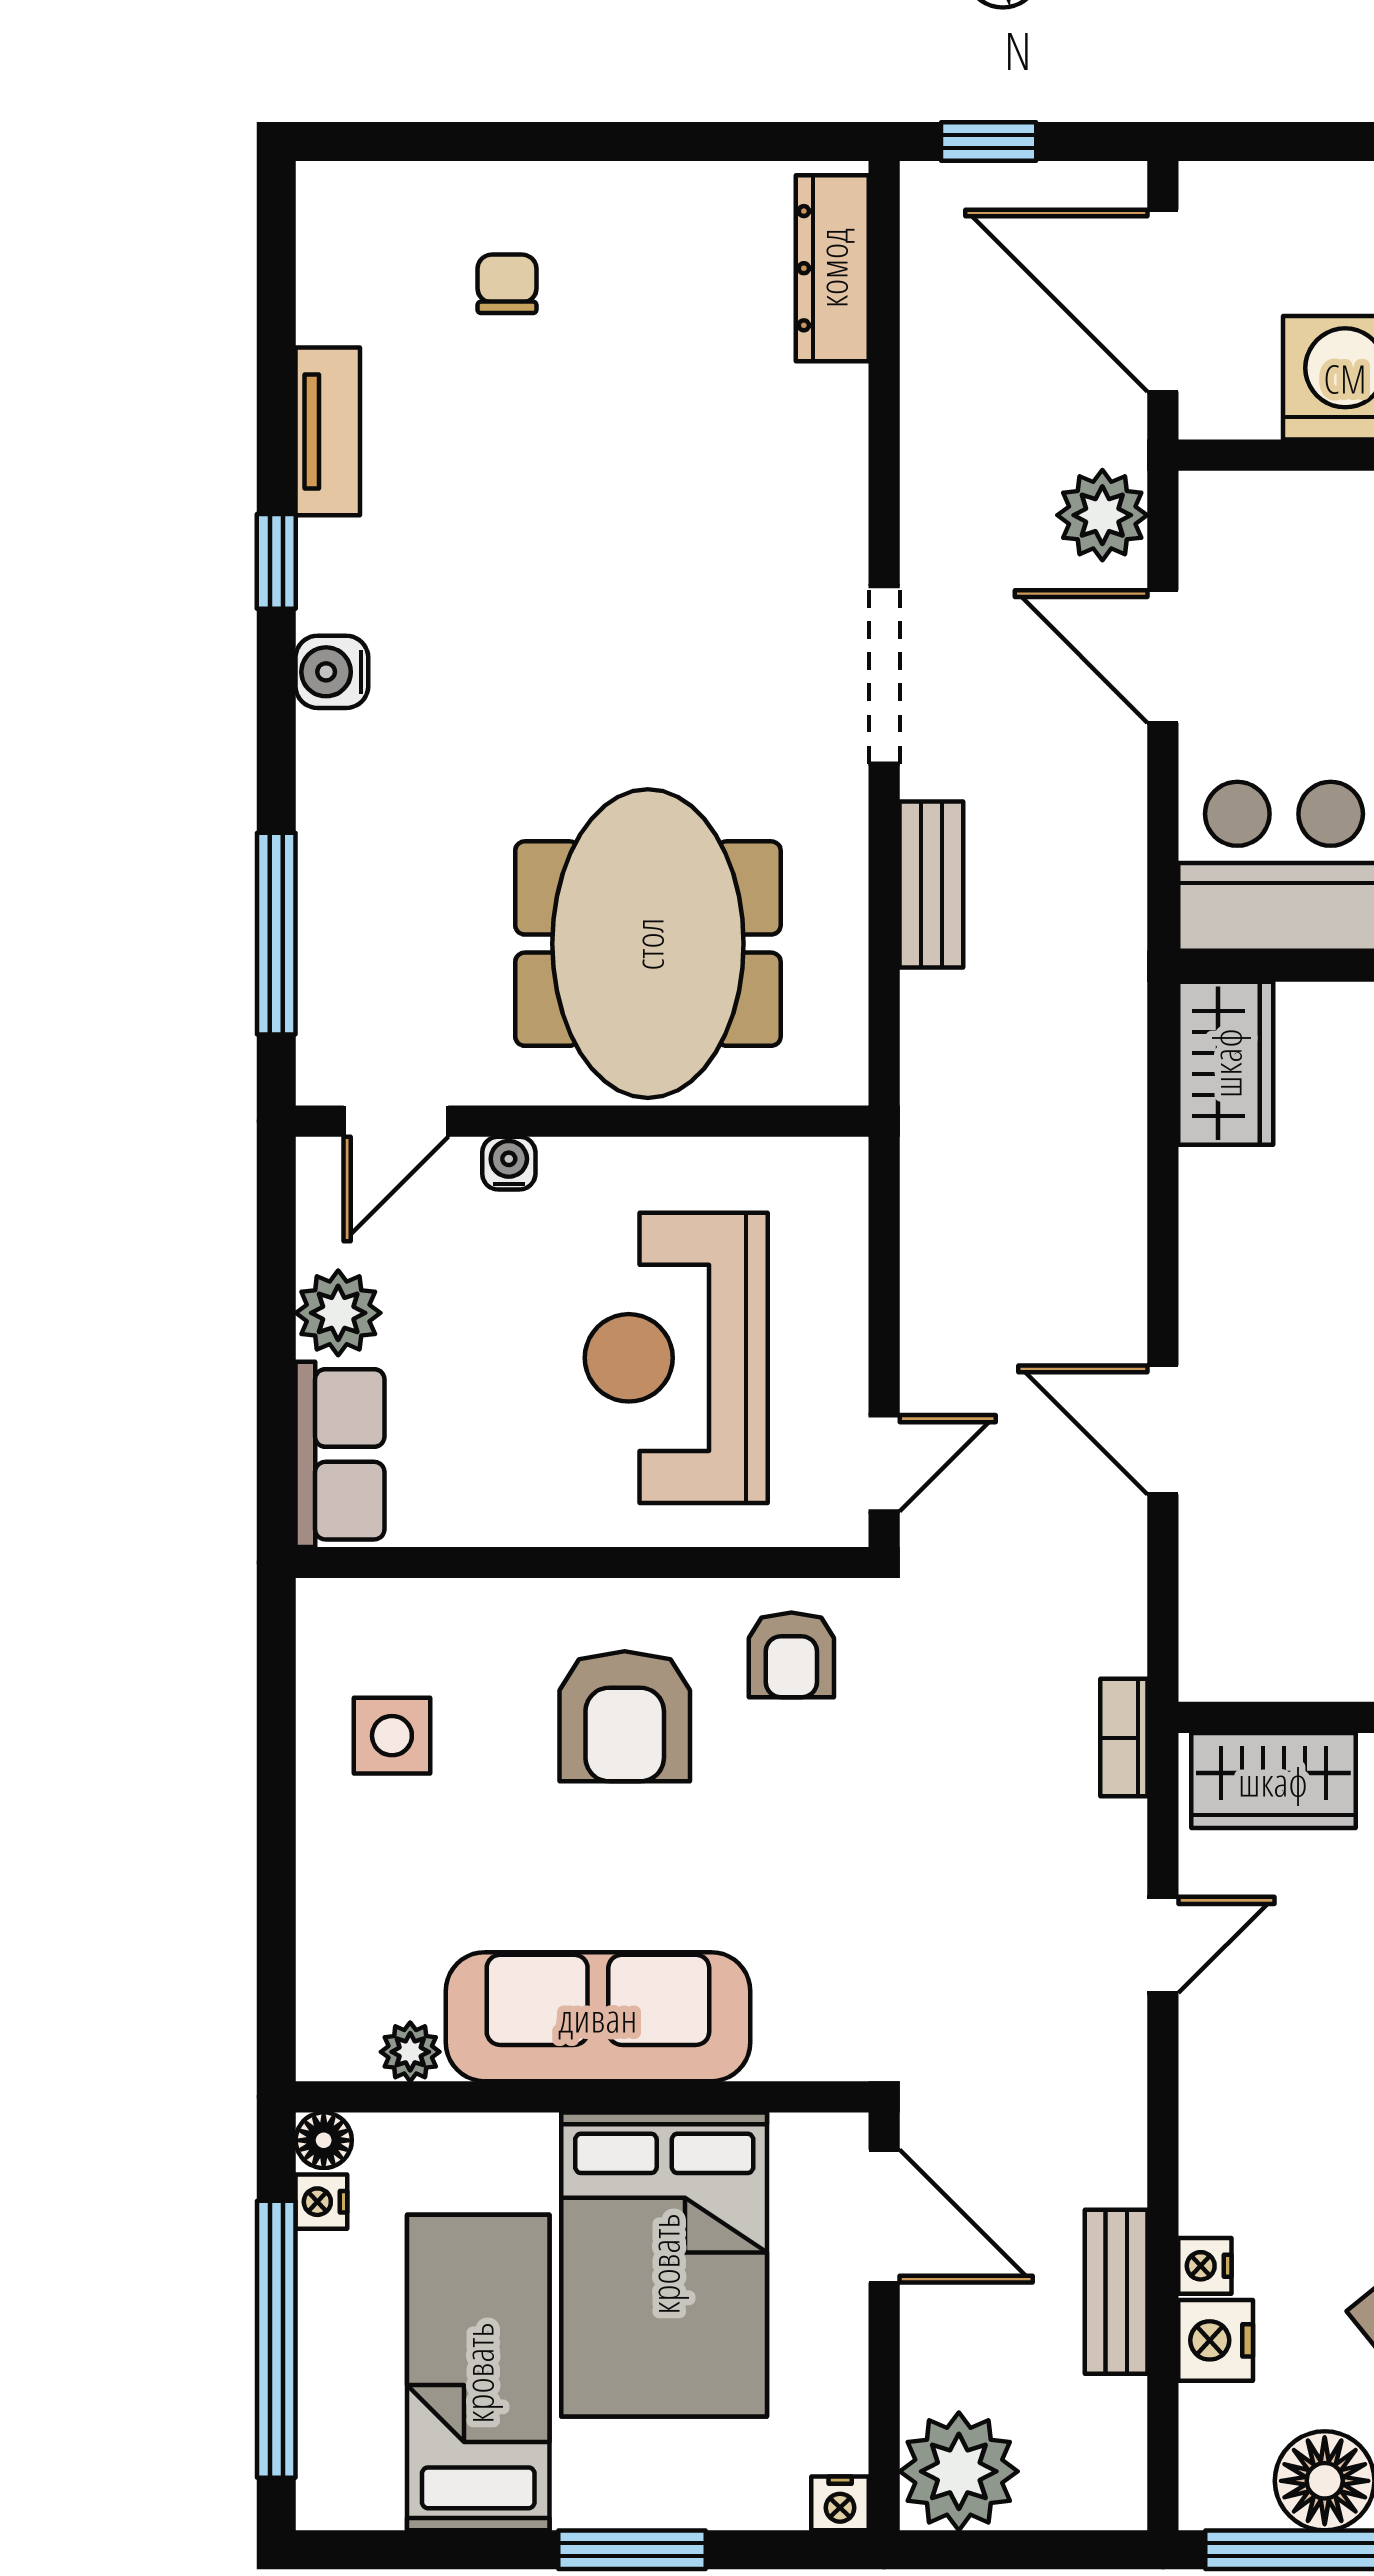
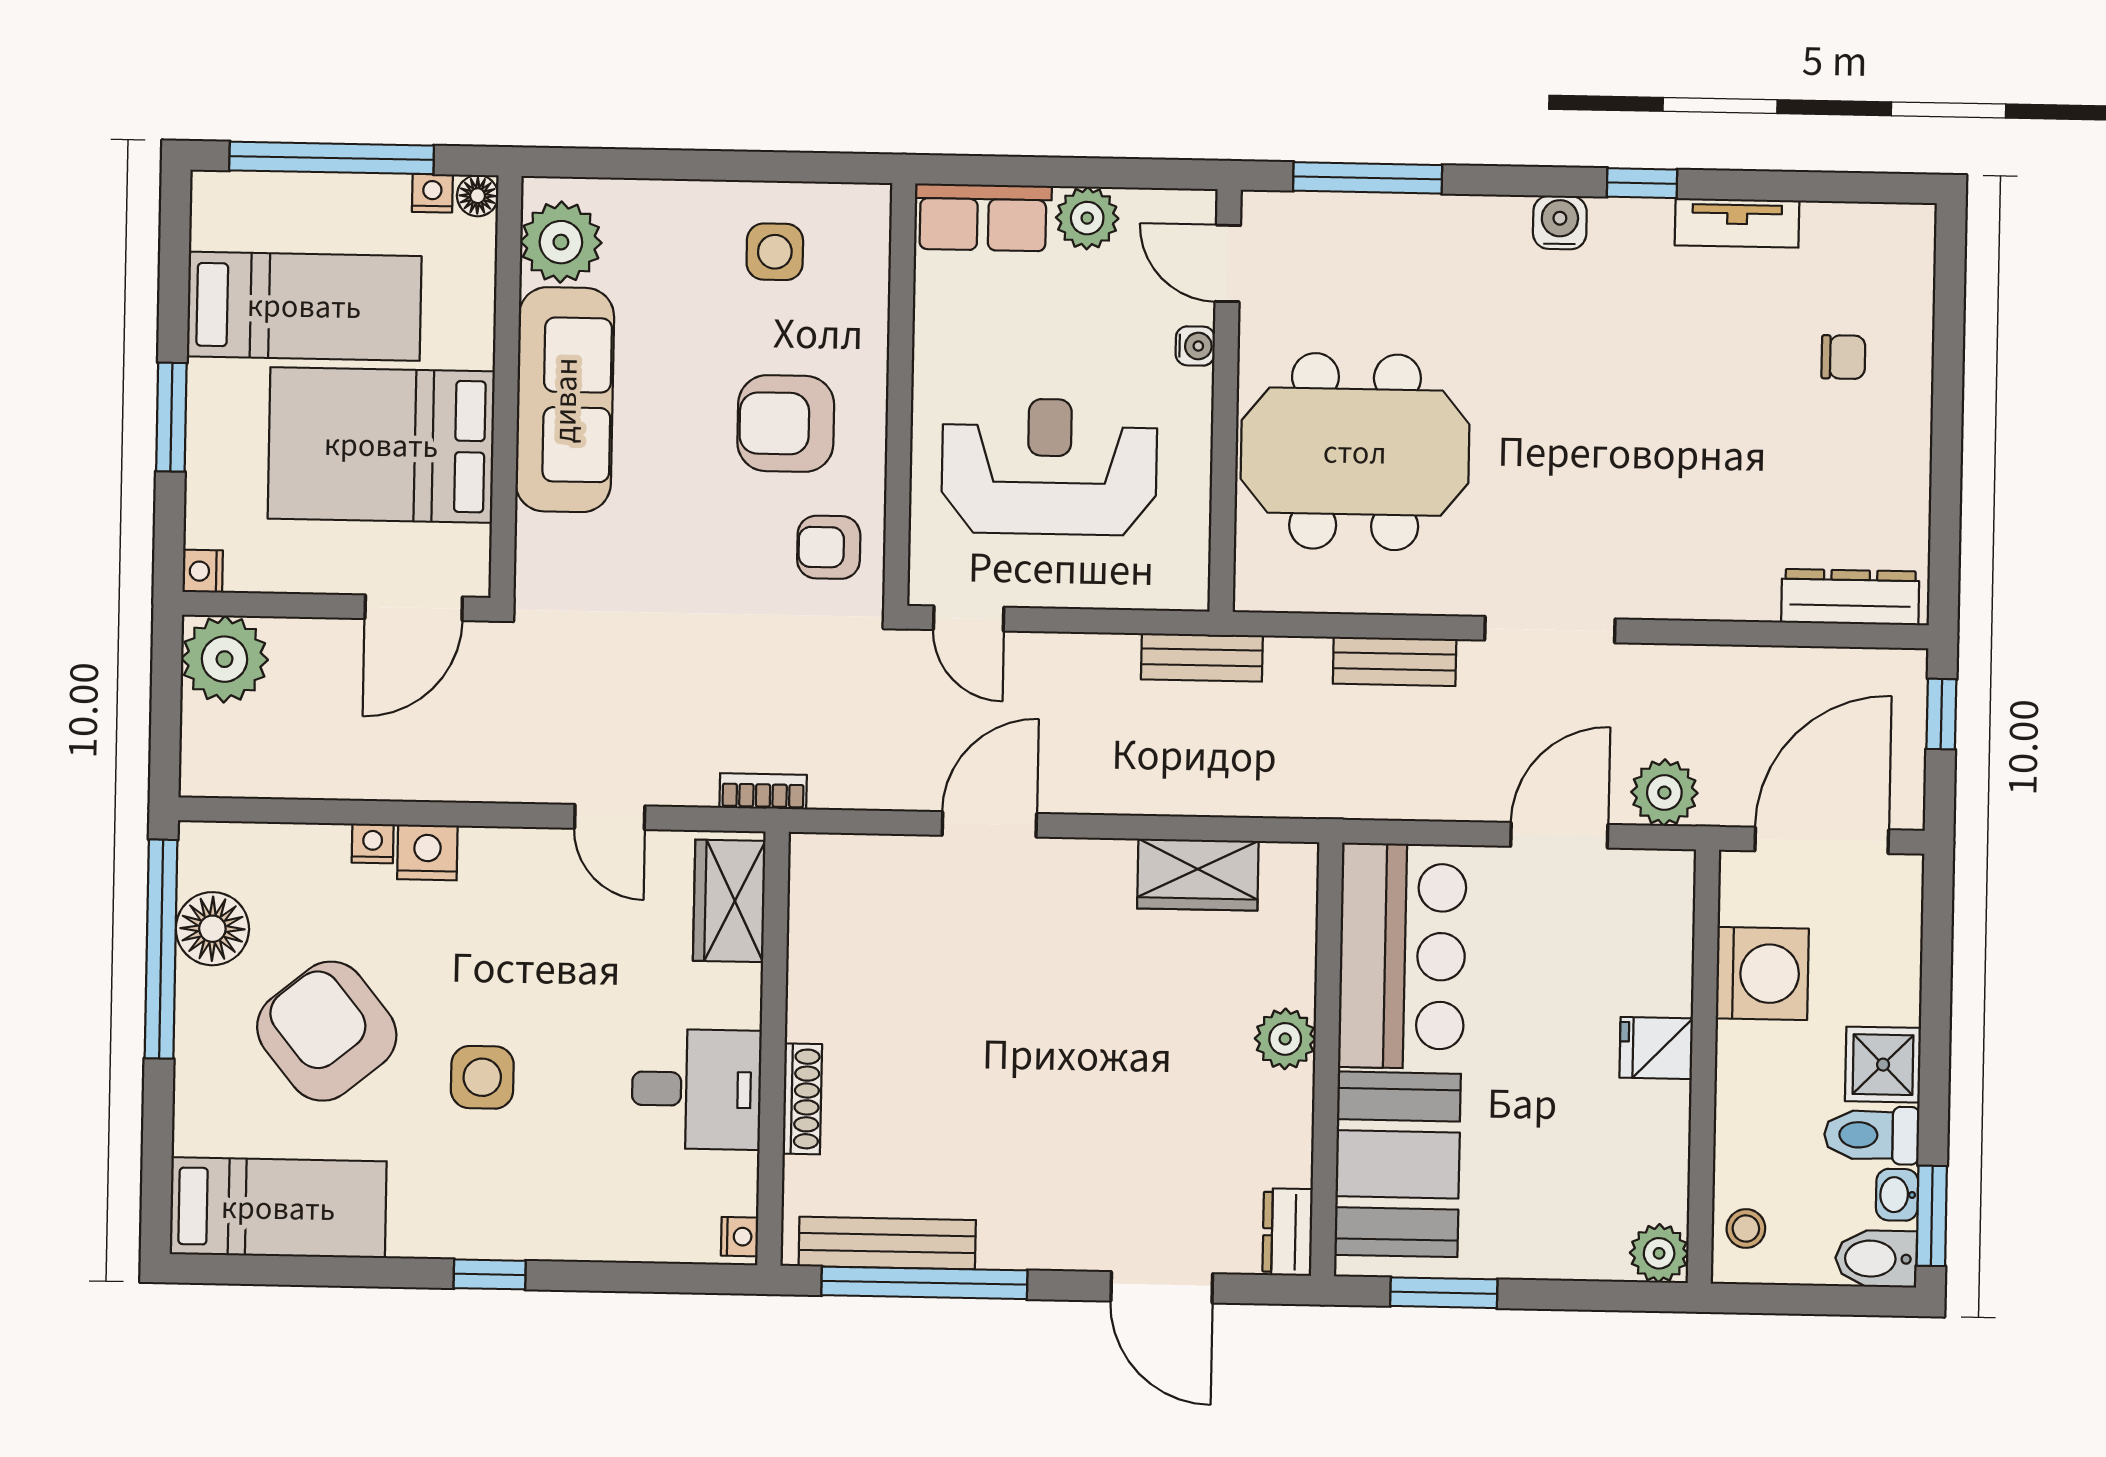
wardrobe: (1226, 1063) -> (1198, 875), moved
plant: (410, 2052) -> (561, 242), width x1.88, depth x1.88
bench: (1116, 2292) -> (1202, 657), moved
nightstand: (1216, 2340) -> (427, 852), moved

